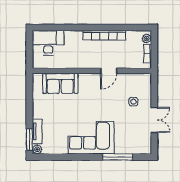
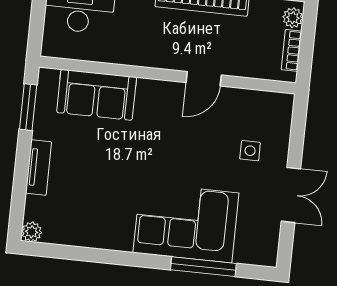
tv unit: (37, 131) -> (39, 168), moved
corner sofa: (91, 138) -> (186, 223), moved
window: (29, 140) -> (28, 107), moved

